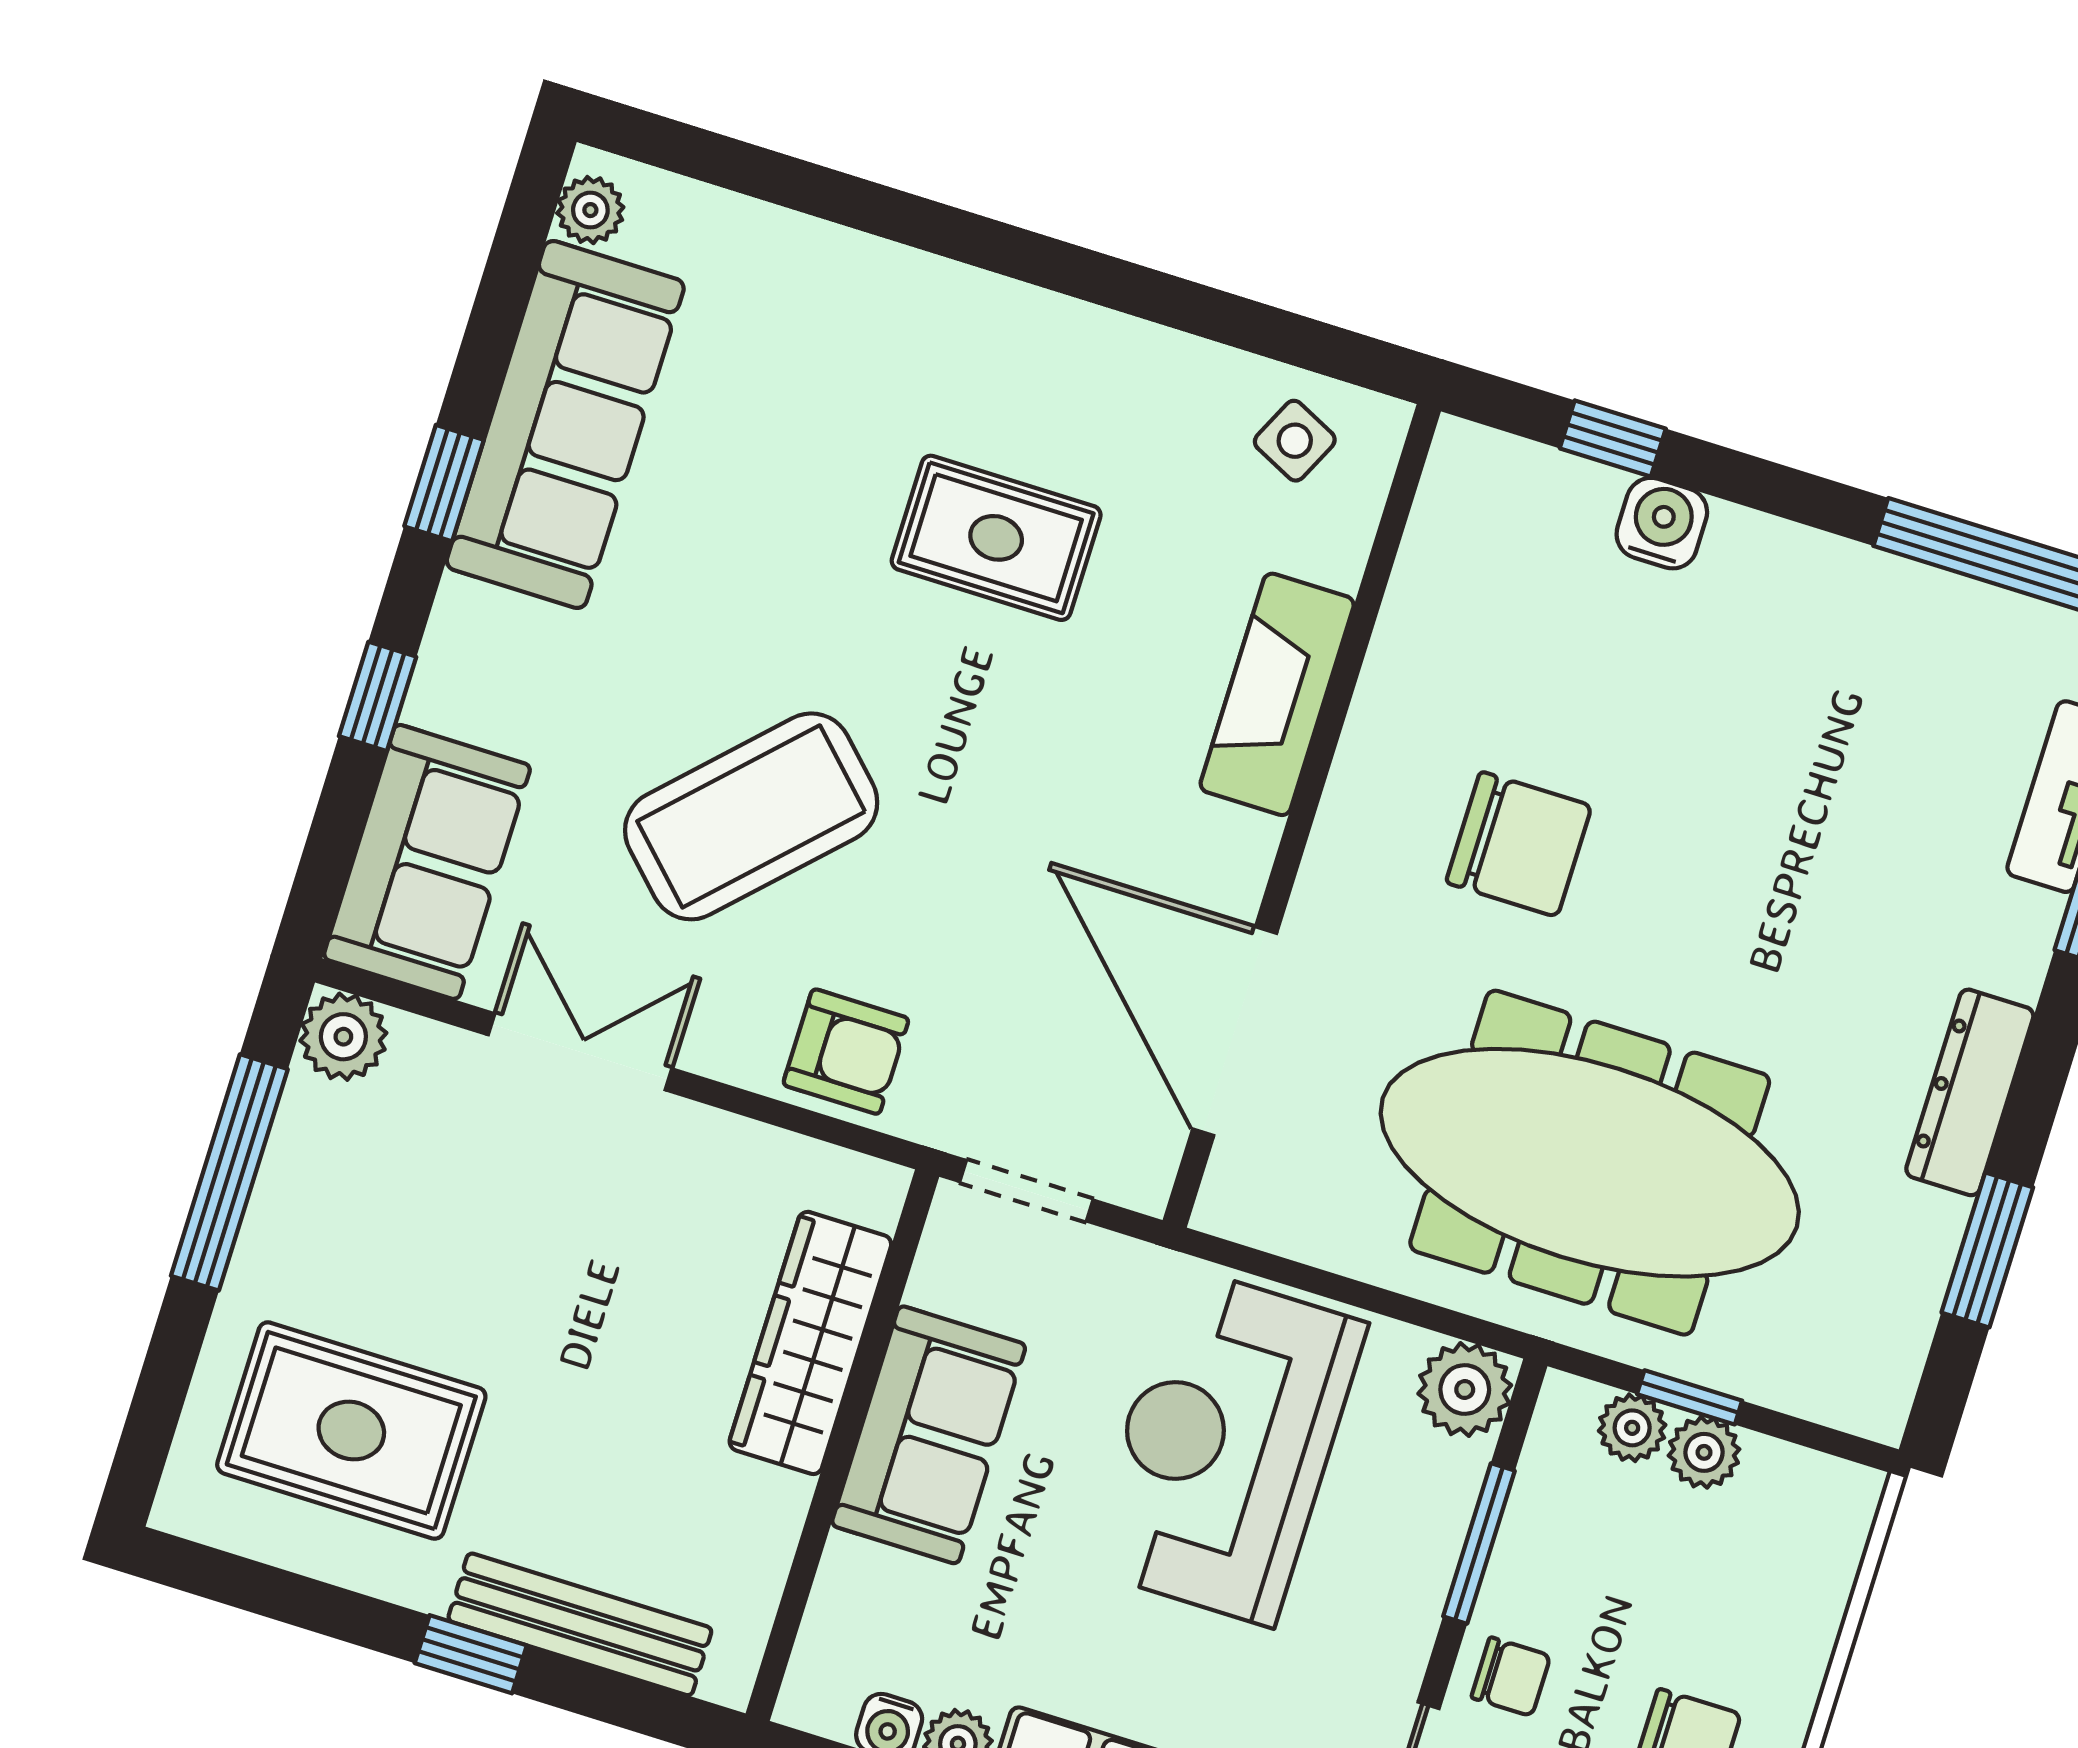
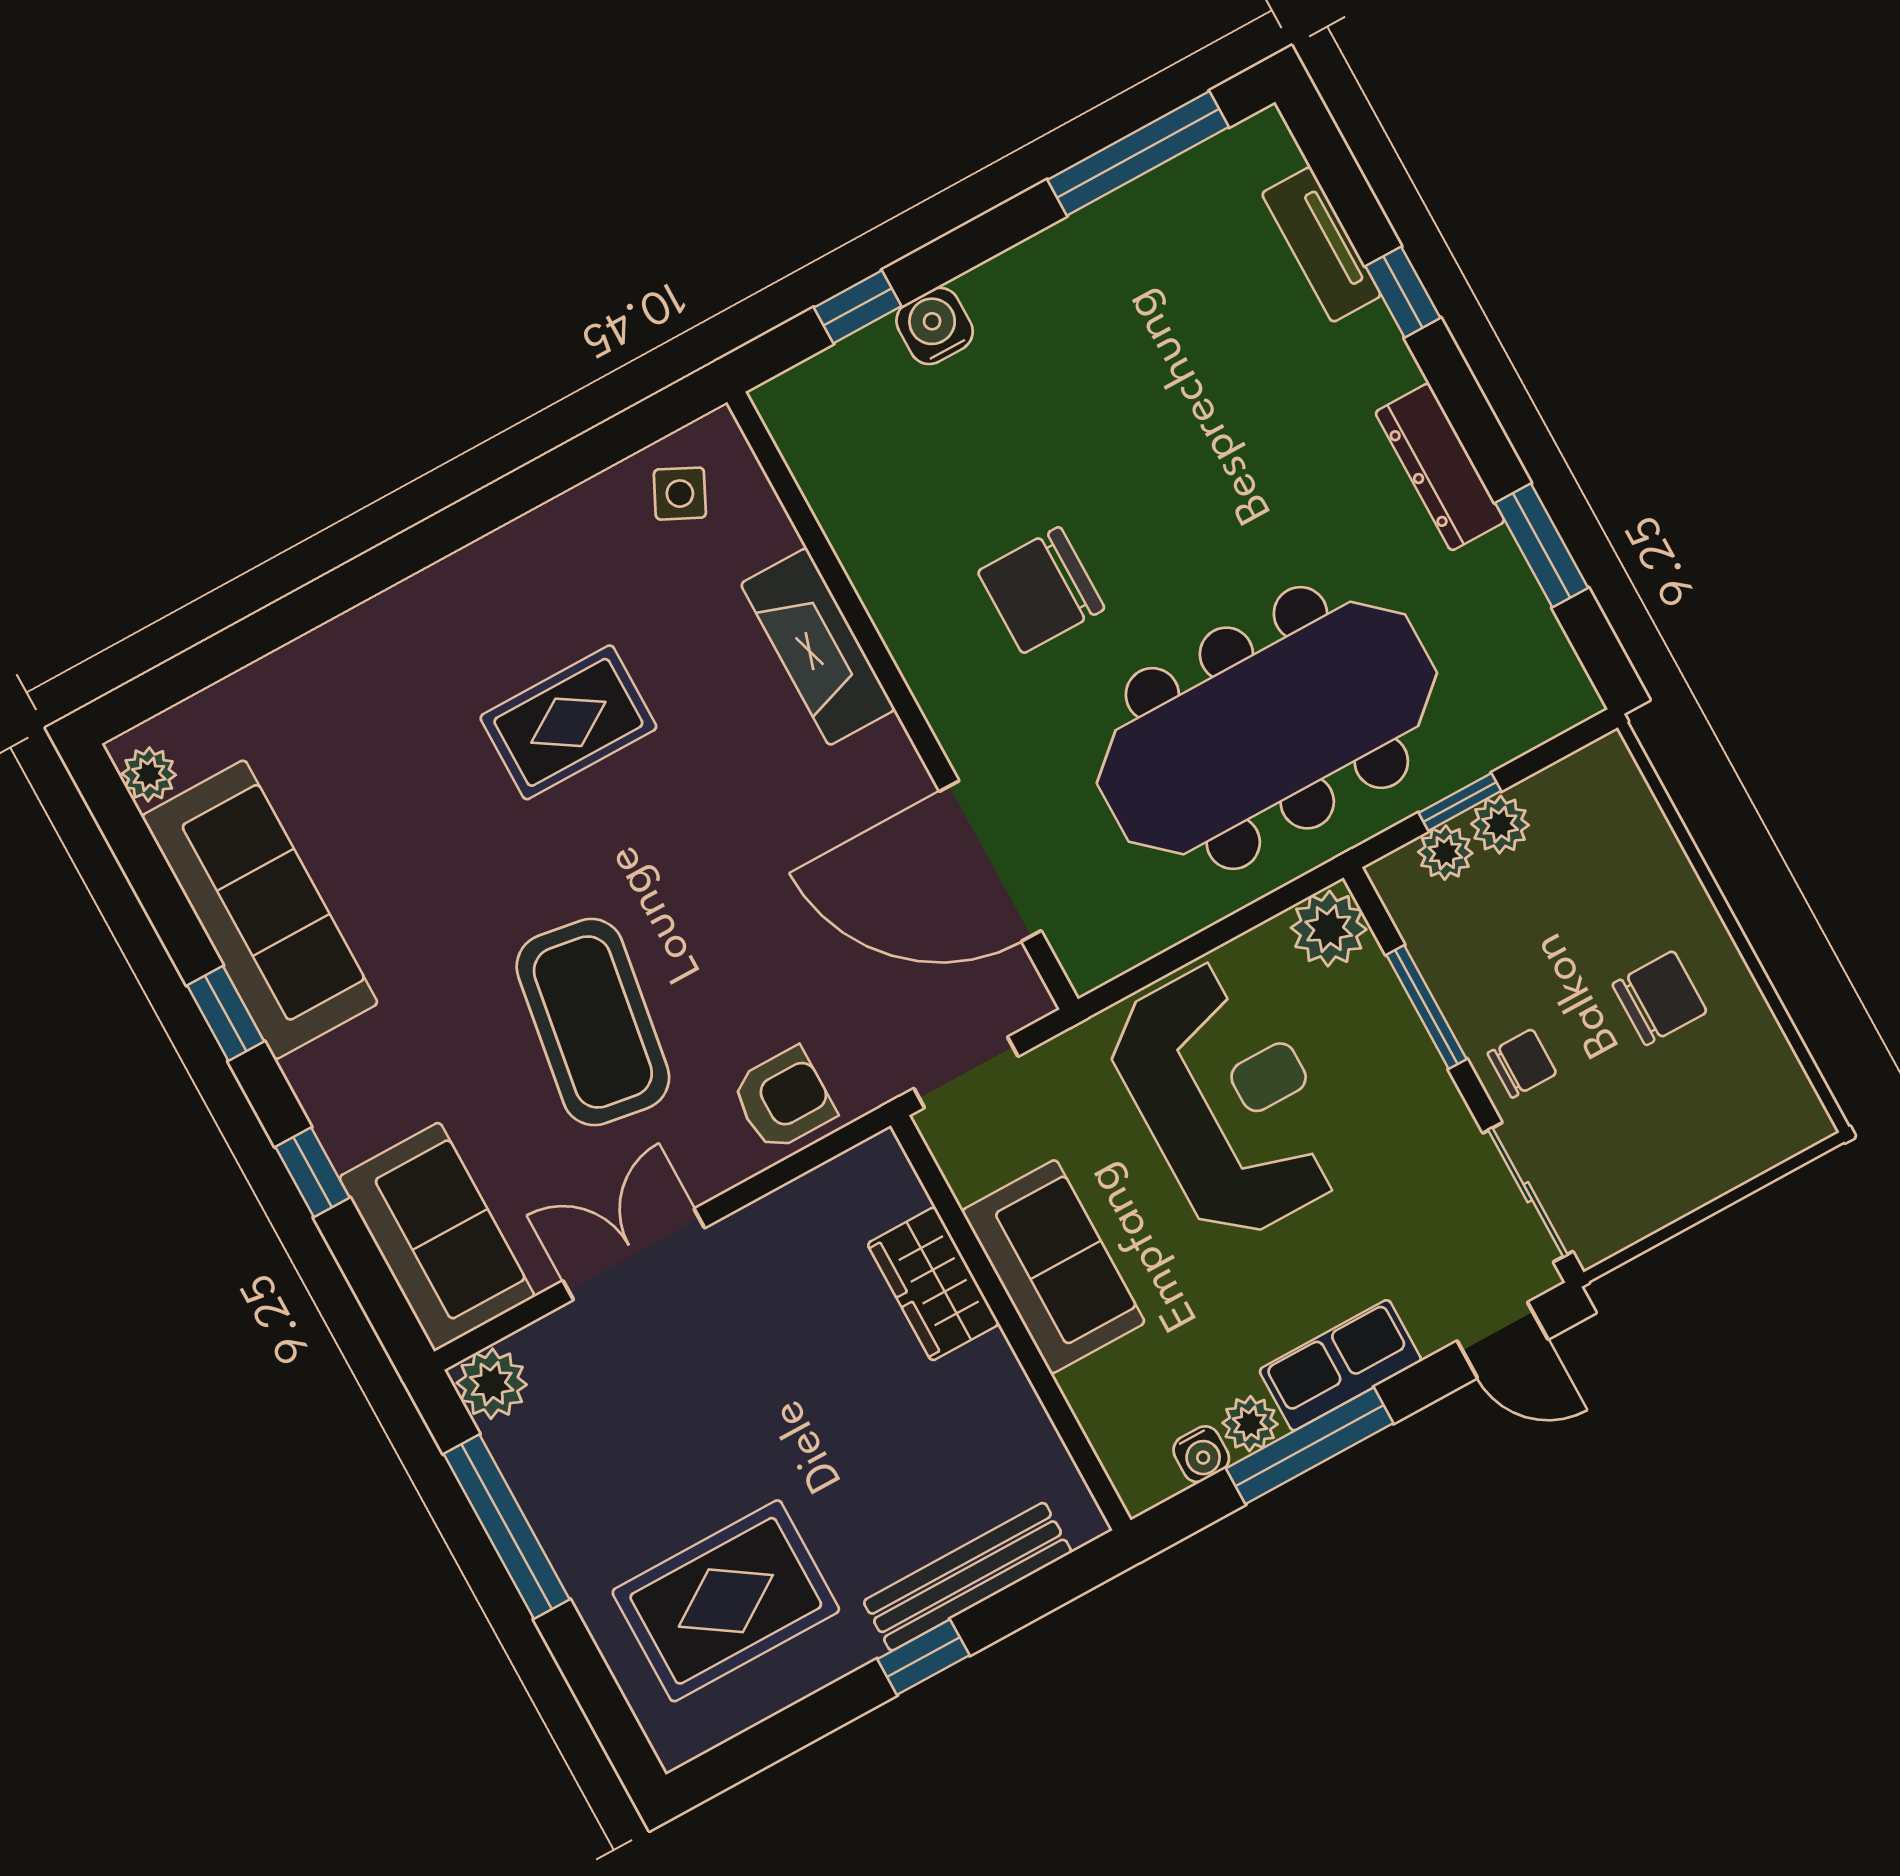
coffee table: (751, 816) -> (593, 1022), turned -36
chair: (1519, 844) -> (1041, 590), turned 180
wardrobe: (810, 1343) -> (933, 1284), width x0.67
reception desk: (1225, 1446) -> (1227, 1100), turned 180

